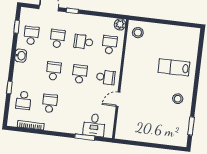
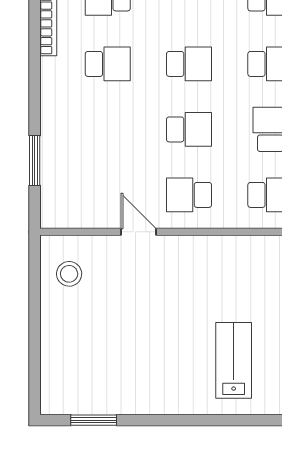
school desk: (106, 77) -> (189, 195), turned 90
stool: (178, 99) -> (69, 274), moved
desk: (94, 125) -> (68, 180), removed

